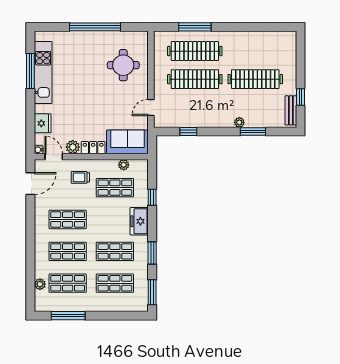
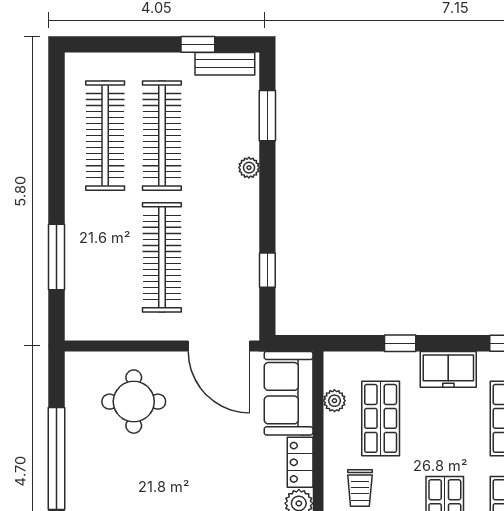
clothes rail: (195, 51) -> (105, 136), moved
door: (151, 107) -> (219, 346), width x1.87
window: (253, 131) -> (267, 116), moved

